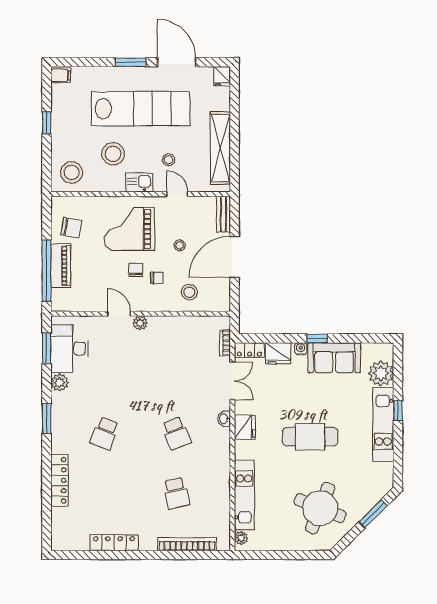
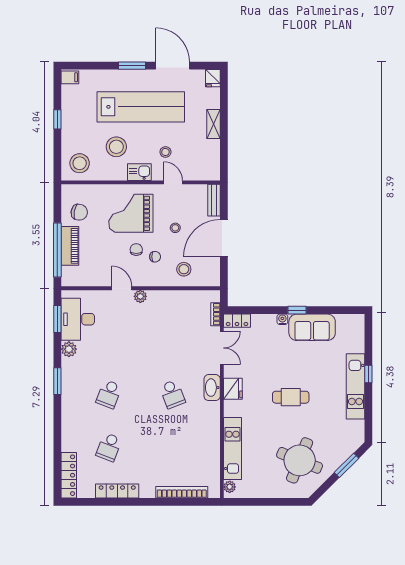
shelving: (220, 148) -> (214, 124), width x0.45, depth x0.75
fridge: (278, 353) -> (262, 323), removed
plant: (381, 373) -> (353, 341), removed
washbasin: (224, 419) -> (212, 388), width x1.91, depth x1.45
cafe table: (310, 437) -> (291, 397), width x0.73, depth x0.74
locker: (59, 480) -> (69, 475), moved
school desk: (176, 493) -> (109, 447), moved, turned 33

